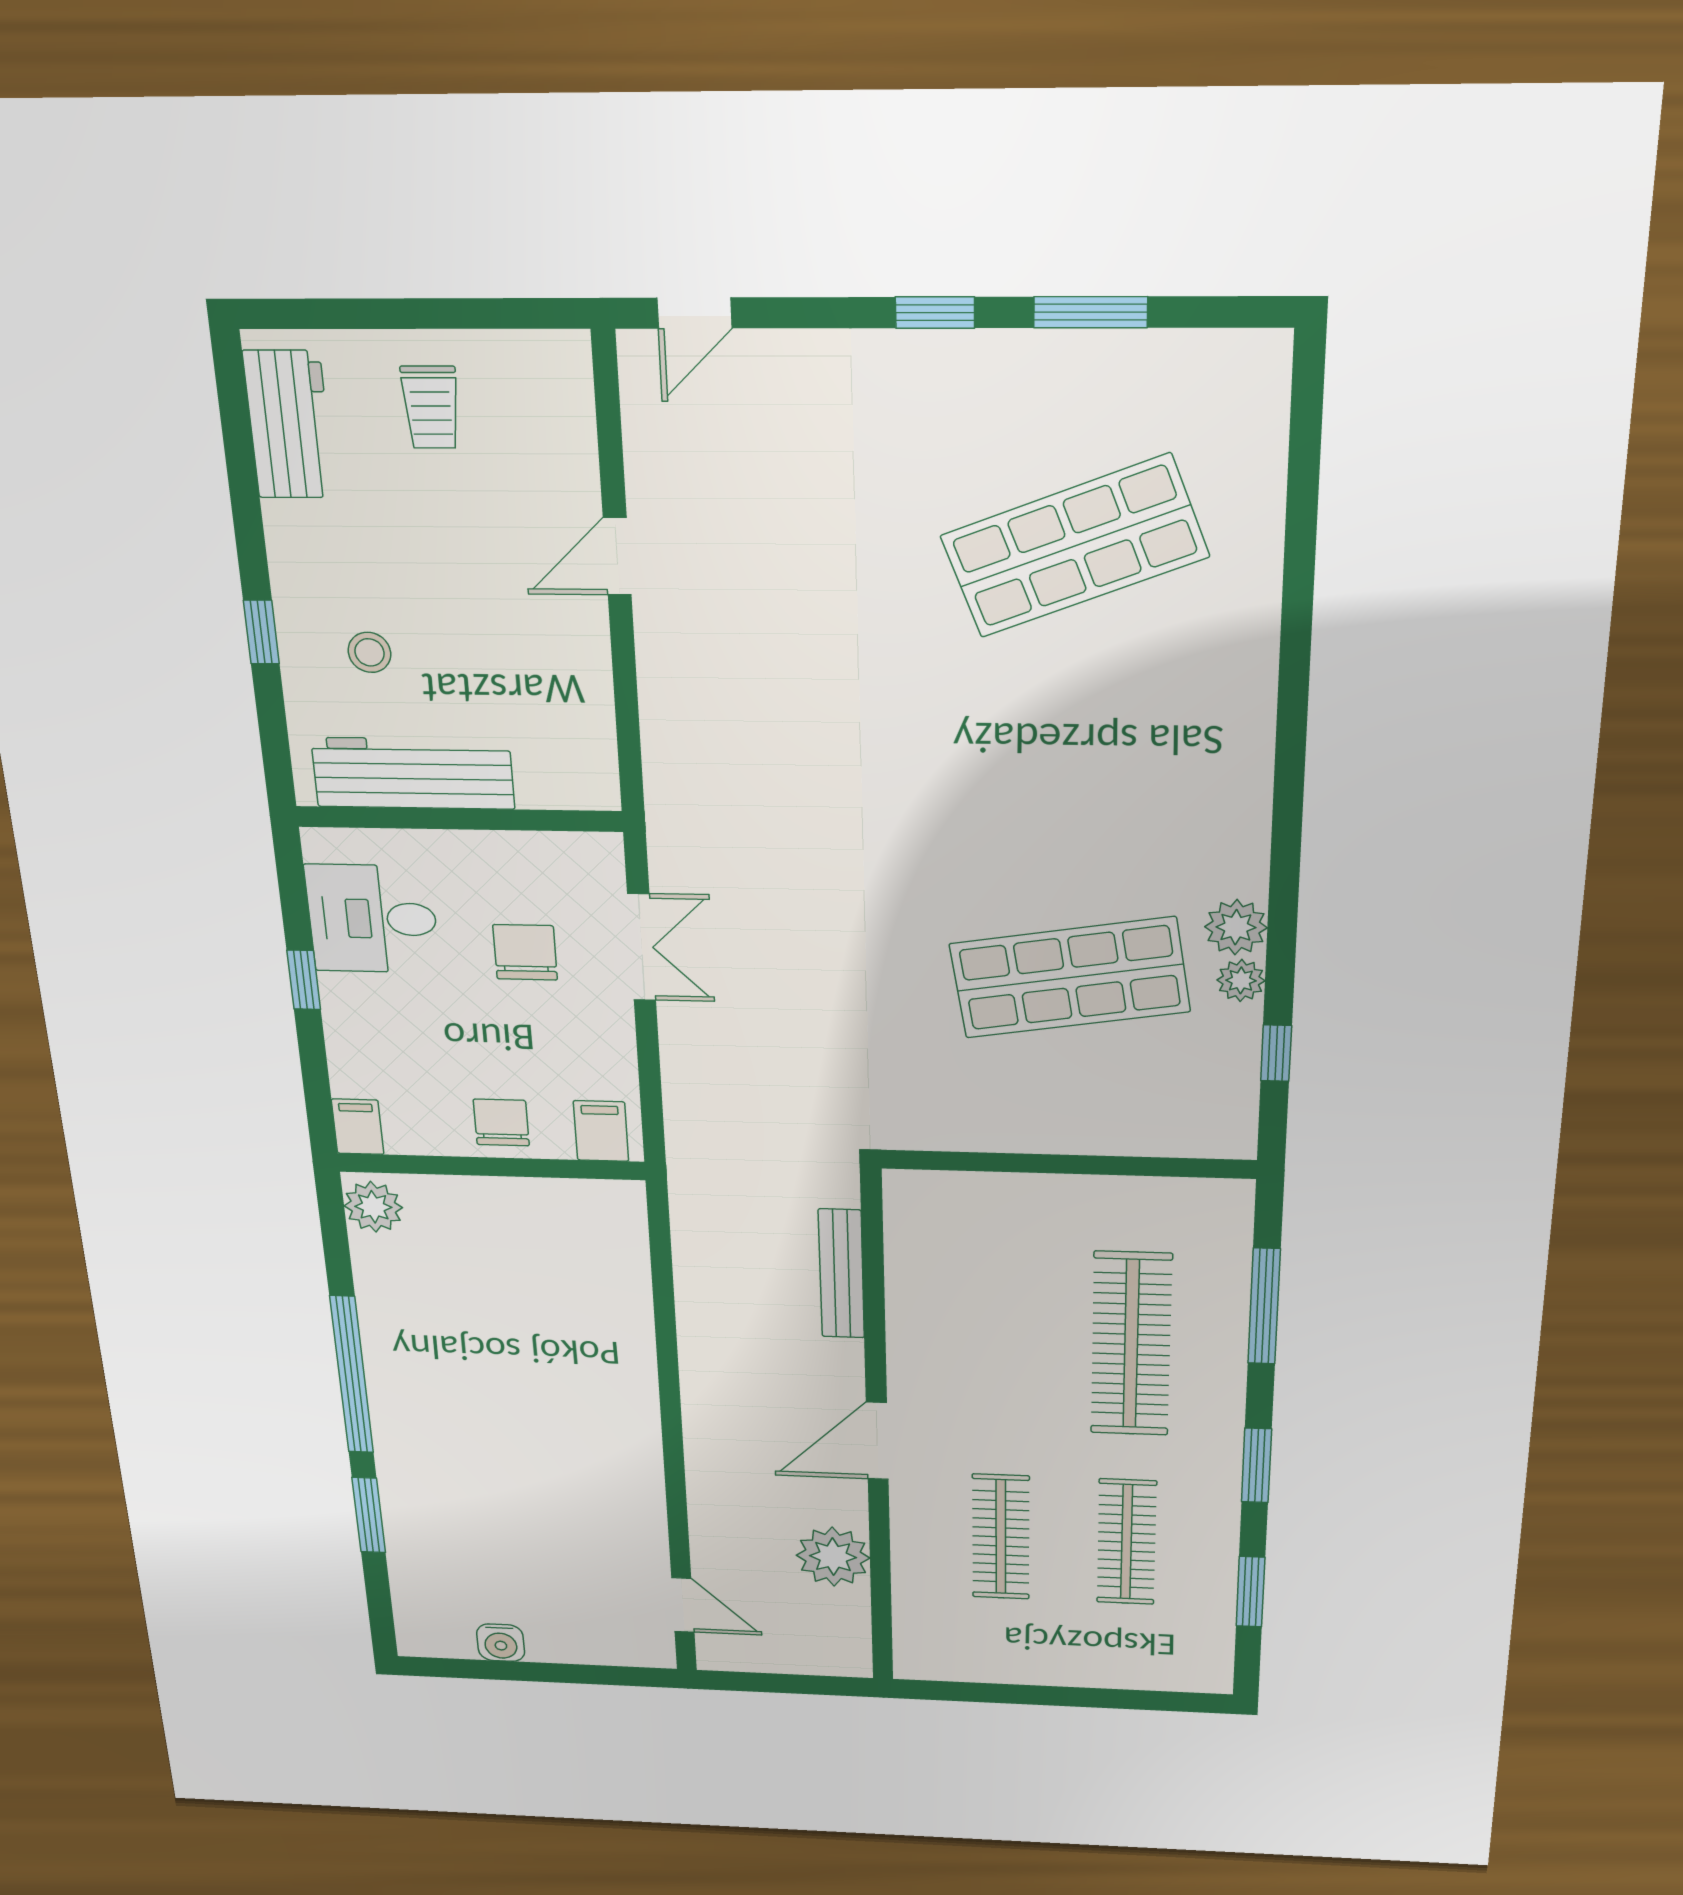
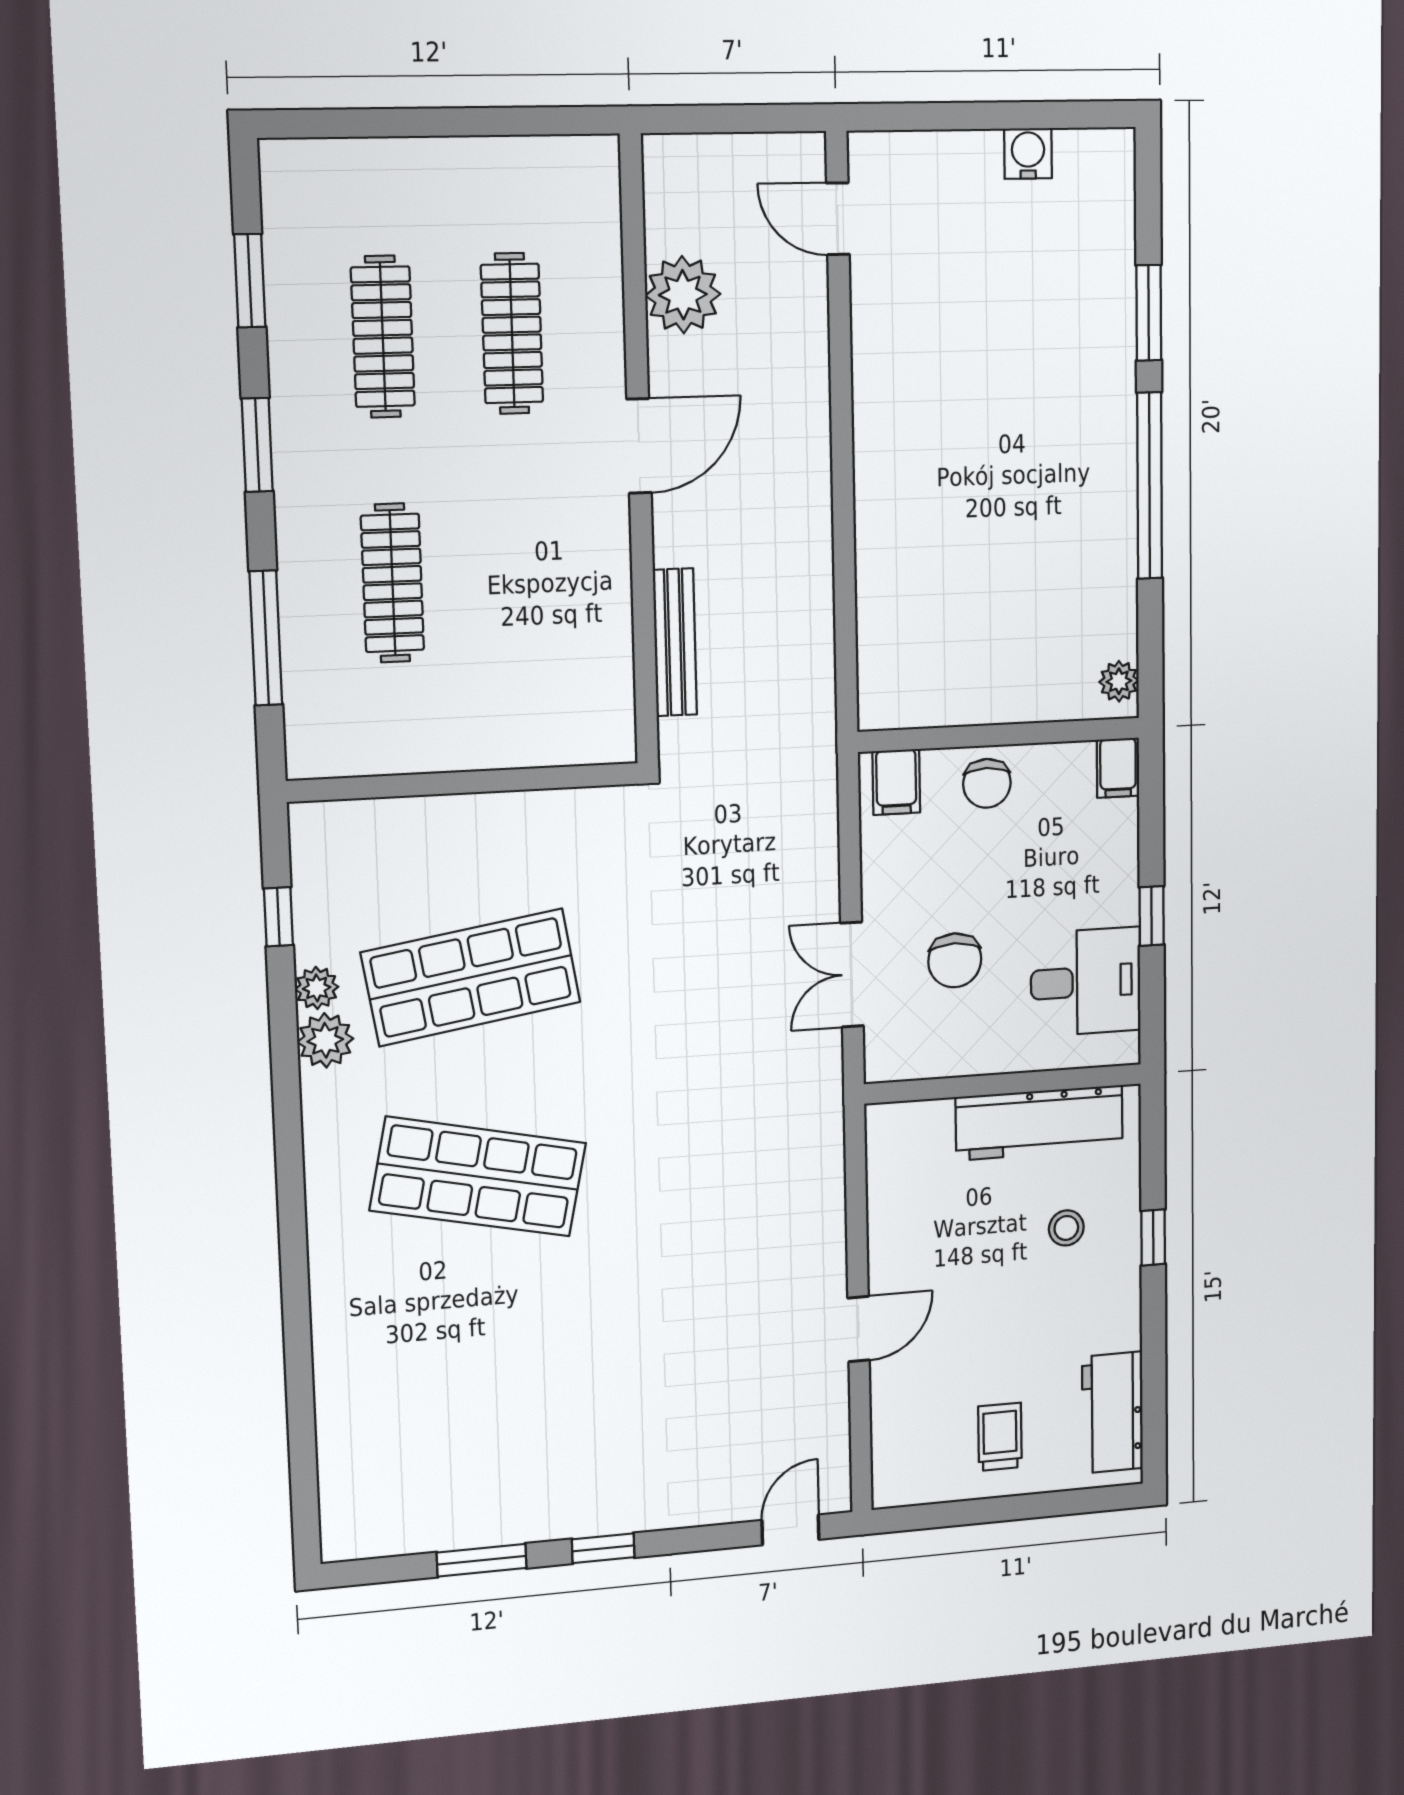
shop shelf: (1075, 546) -> (478, 1177), moved, turned 33
plant: (373, 1207) -> (1119, 681), width x0.73, depth x0.73
clothes rail: (1131, 1344) -> (392, 583), width x0.73, depth x0.76

